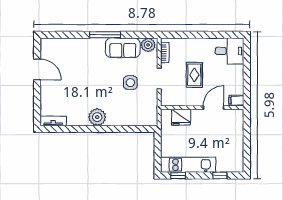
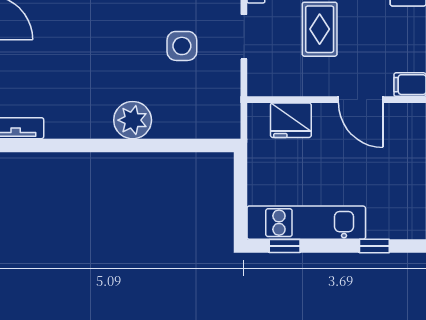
door: (213, 108) -> (361, 100), swing flipped
plant: (97, 117) -> (133, 120), moved

